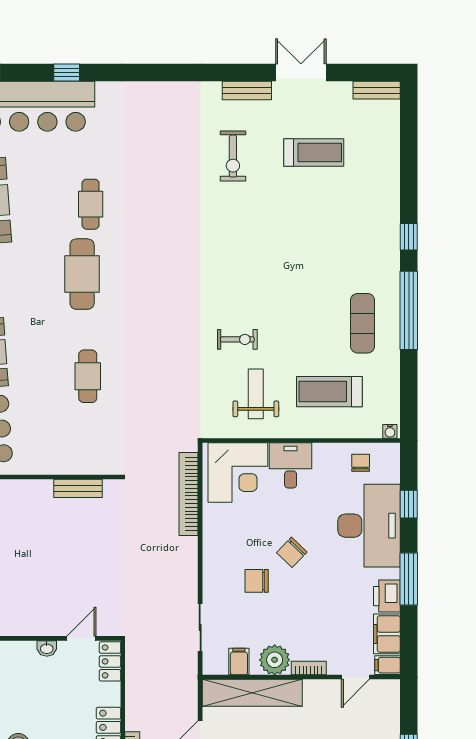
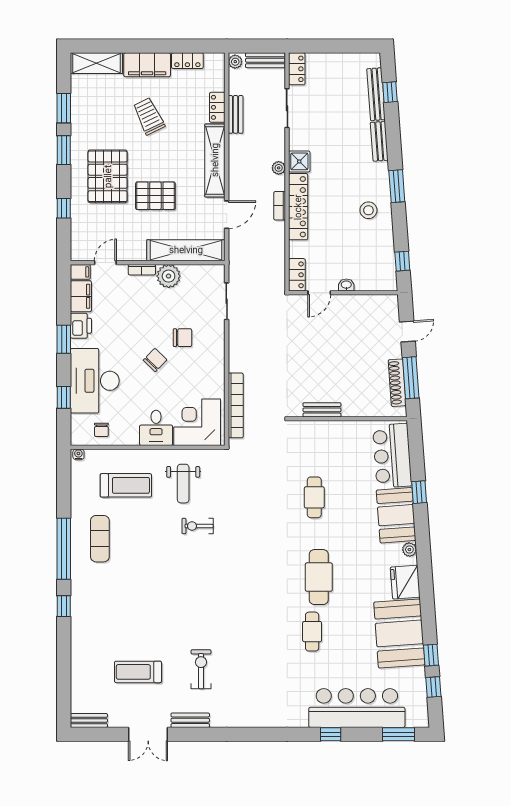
window: (409, 579) -> (64, 339), width x0.69
filing cabinet: (239, 662) -> (196, 275), removed

